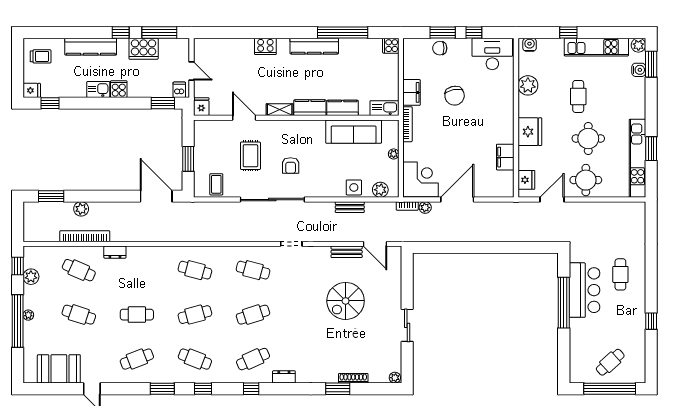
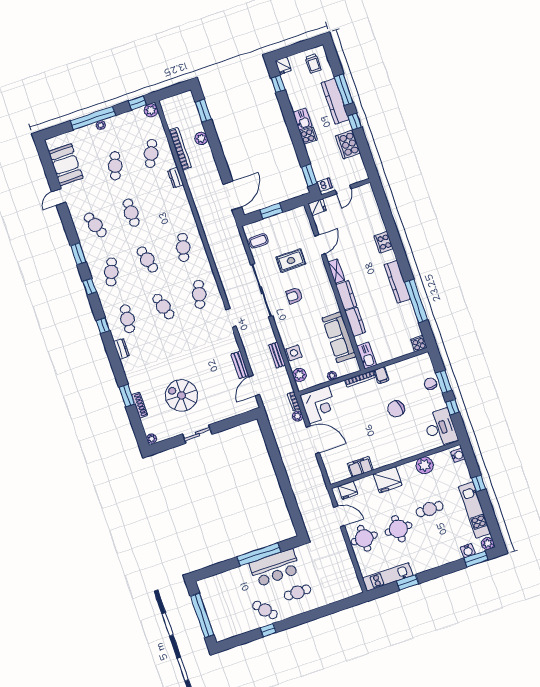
window: (159, 32) -> (344, 90), moved
filing cabinet: (412, 92) -> (381, 375), width x0.50
kitchen unit: (637, 158) -> (388, 577), width x0.73
plant: (31, 277) -> (151, 110), moved
spiral stairs: (346, 301) -> (181, 395), moved
cafe table: (253, 359) -> (127, 319), turned 30
cafe table: (610, 362) -> (265, 610), moved

